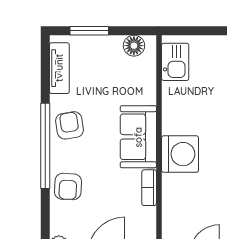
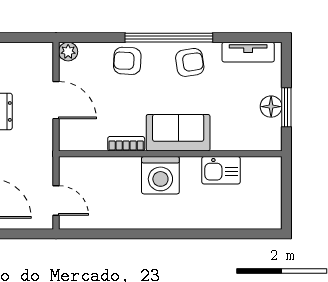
window: (89, 31) -> (286, 107), moved
floor lamp: (134, 46) -> (271, 107), moved
kitchen sink: (175, 62) -> (221, 170), moved

